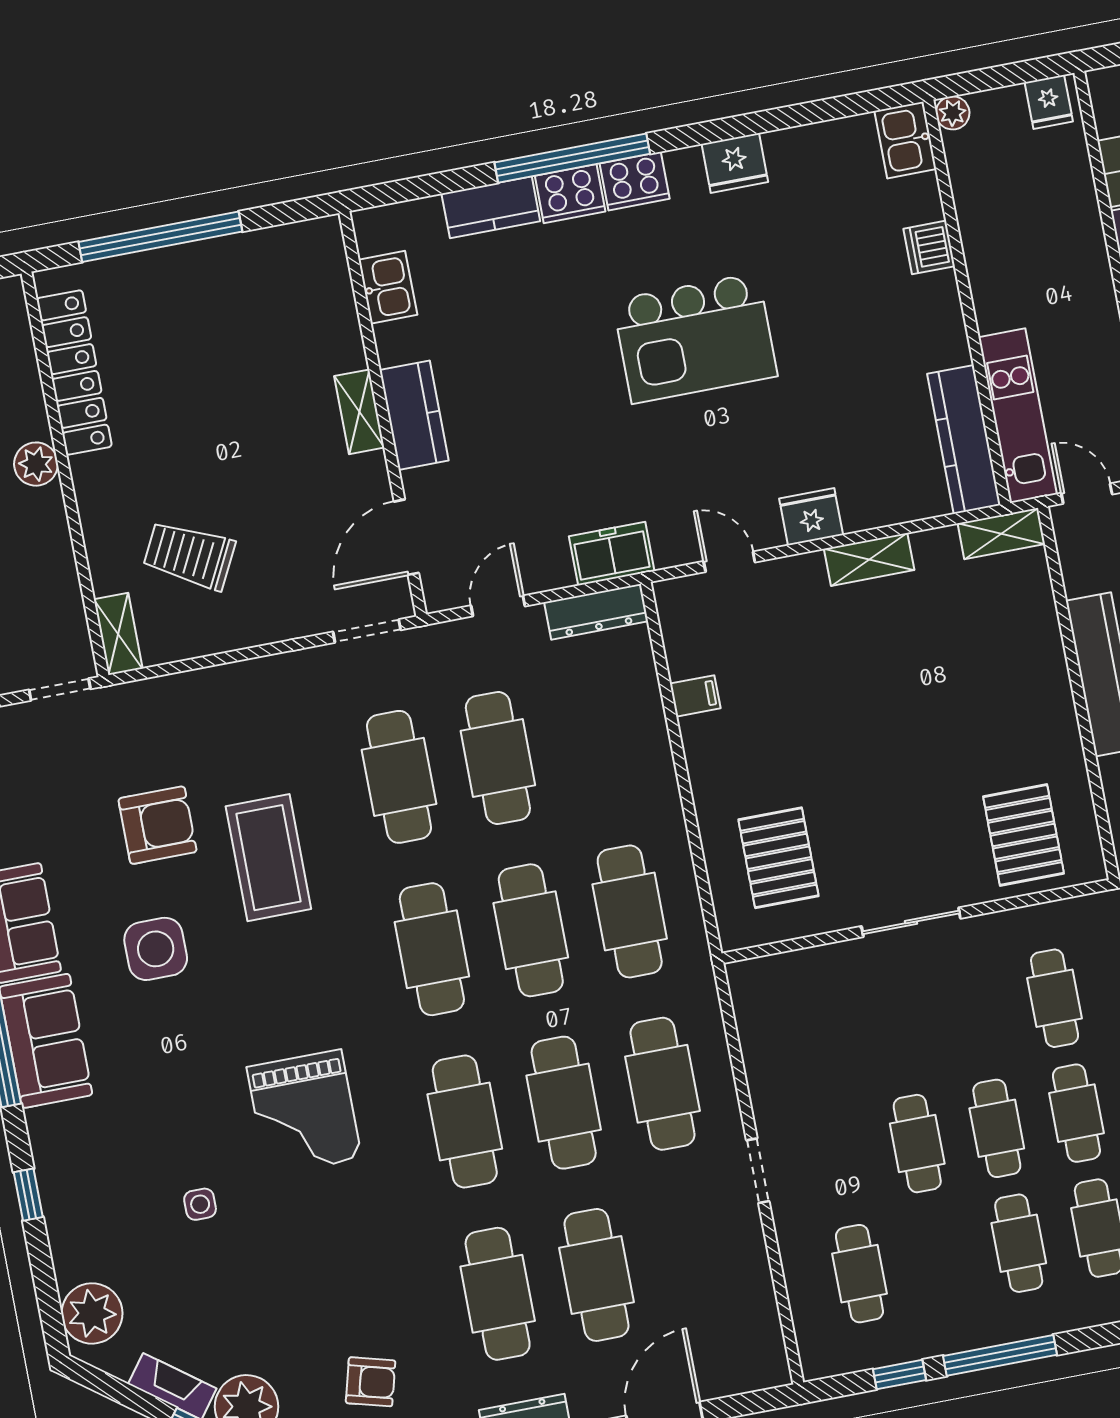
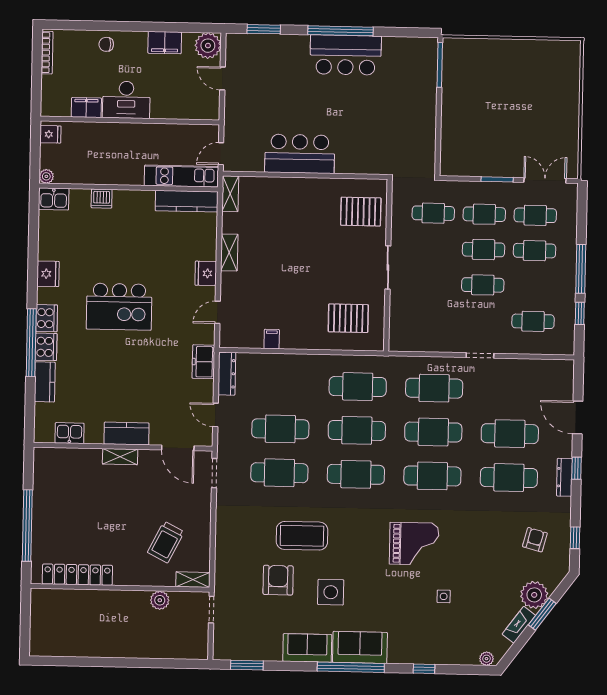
kitchen island: (695, 338) -> (119, 307), turned 90
plant: (36, 464) -> (160, 600), moved
plant: (92, 1313) -> (487, 659), width x0.53, depth x0.53

